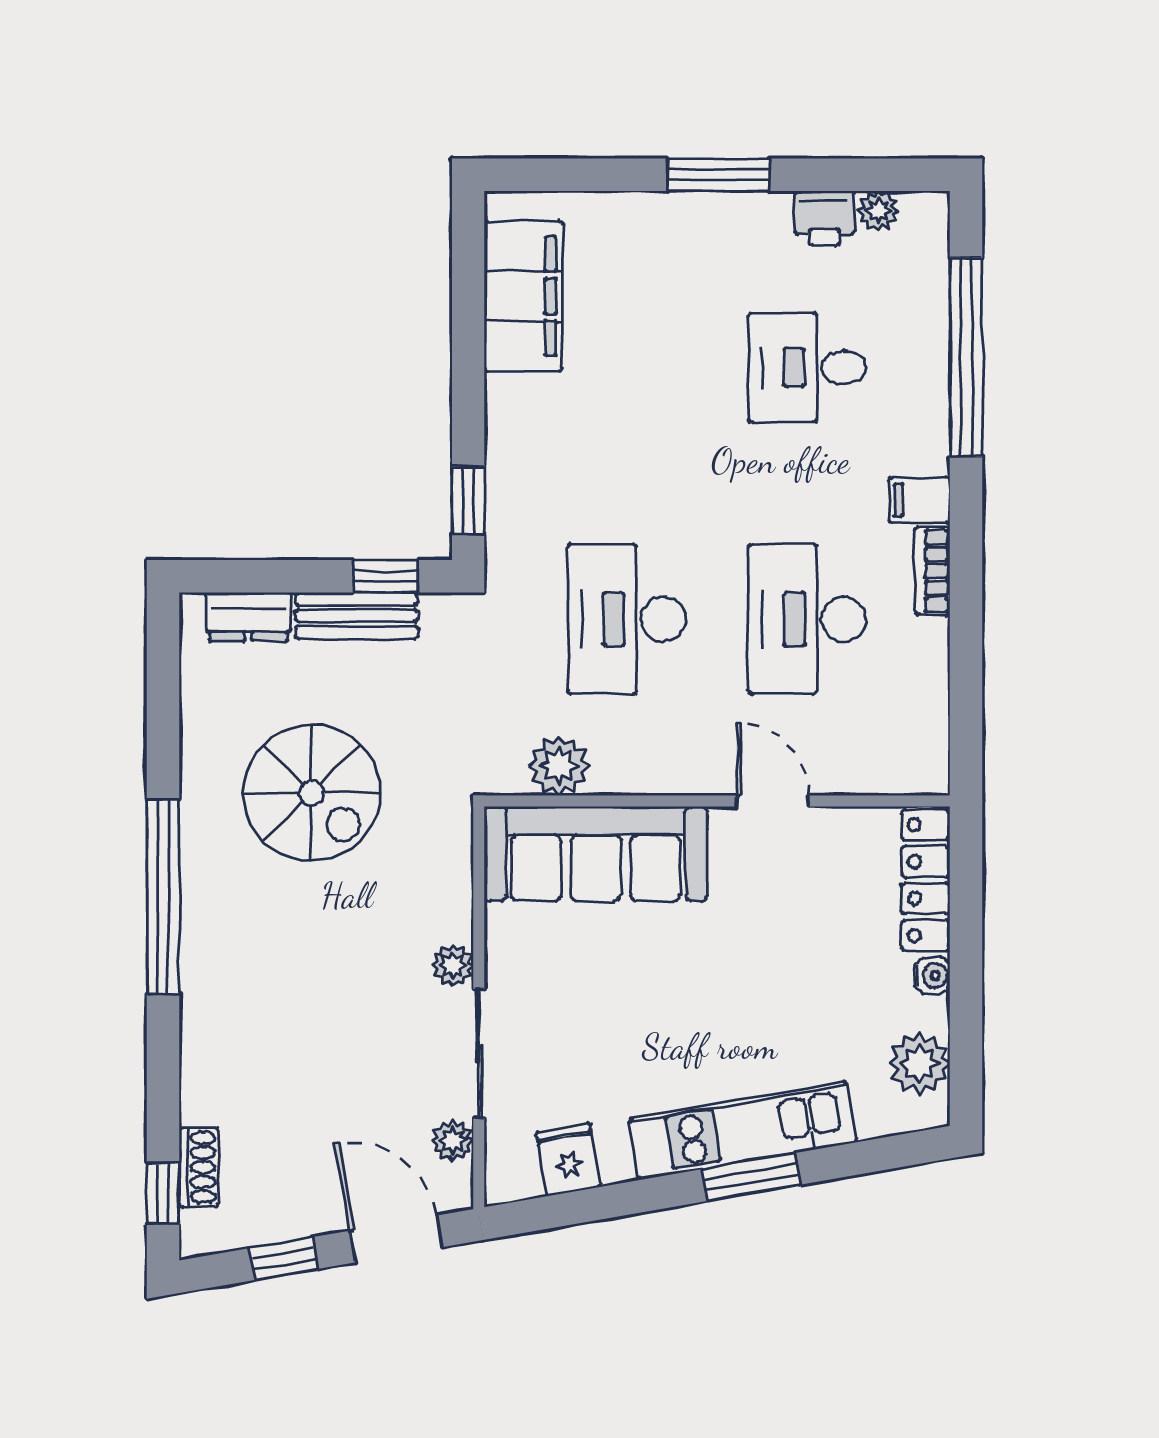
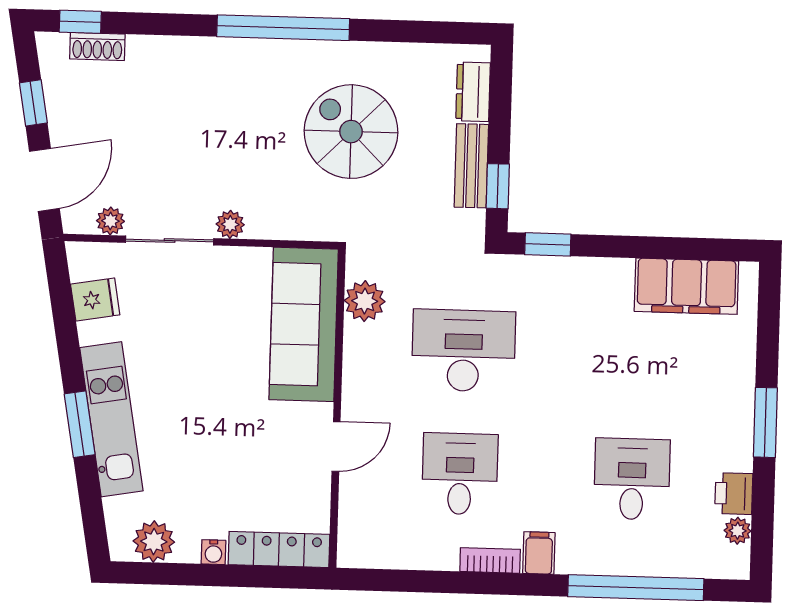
desk: (807, 619) -> (460, 474), width x0.73
spiral stairs: (312, 793) -> (351, 132), turned 90

